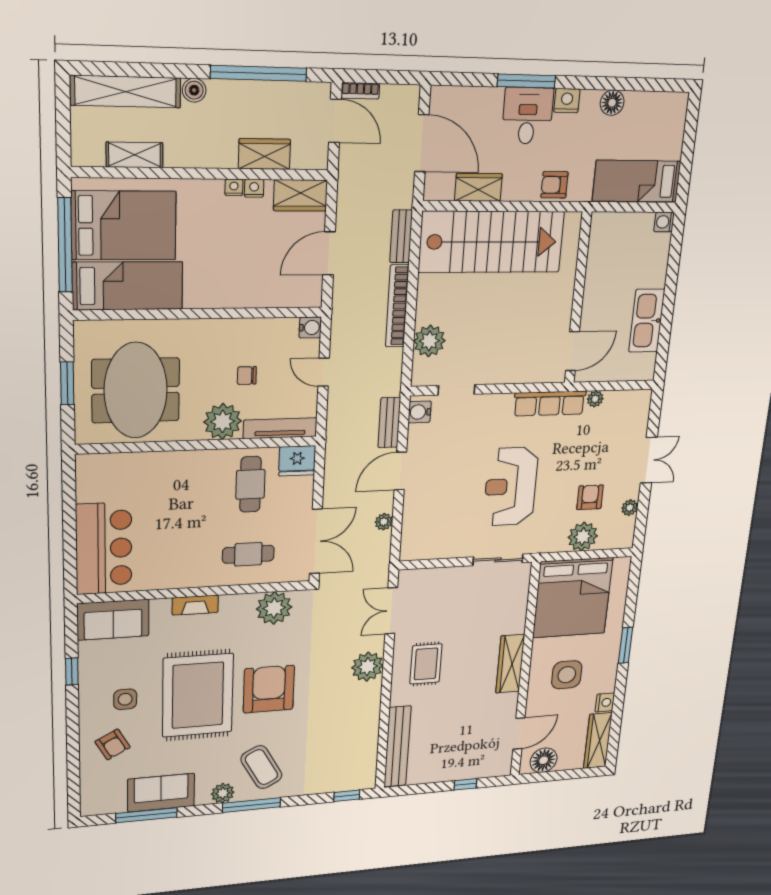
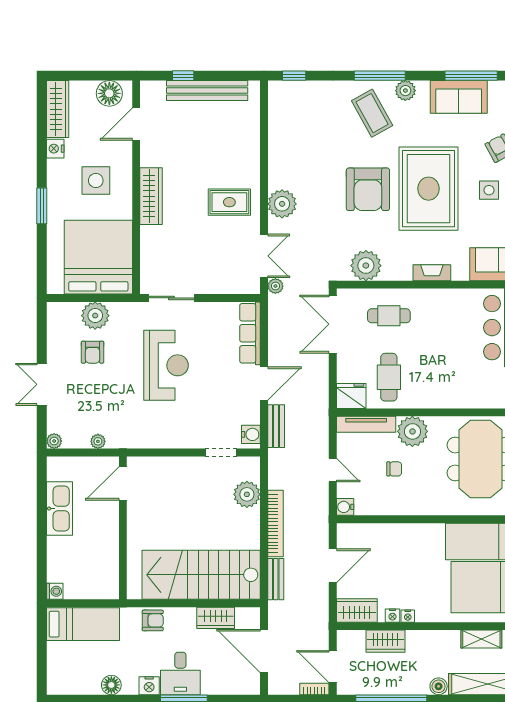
row of seats: (550, 403) -> (250, 333), moved, turned -90
plant: (630, 508) -> (54, 441), moved
plant: (384, 522) -> (275, 286), moved
rug: (426, 664) -> (229, 202), turned 90
bench: (397, 747) -> (207, 91), moved, turned 90

